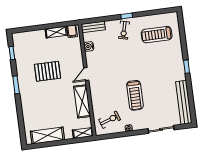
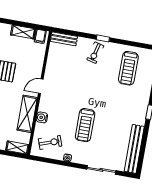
treadmill: (157, 35) -> (128, 68), turned -90
water cooler: (89, 46) -> (42, 117), moved

